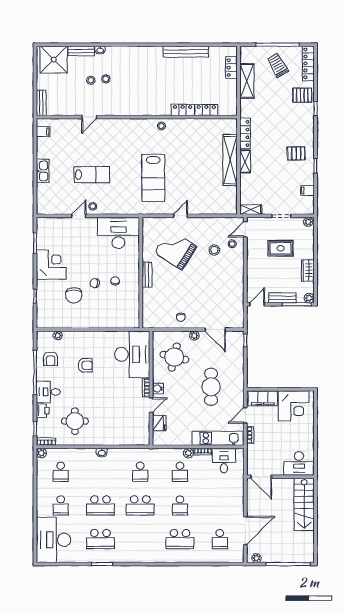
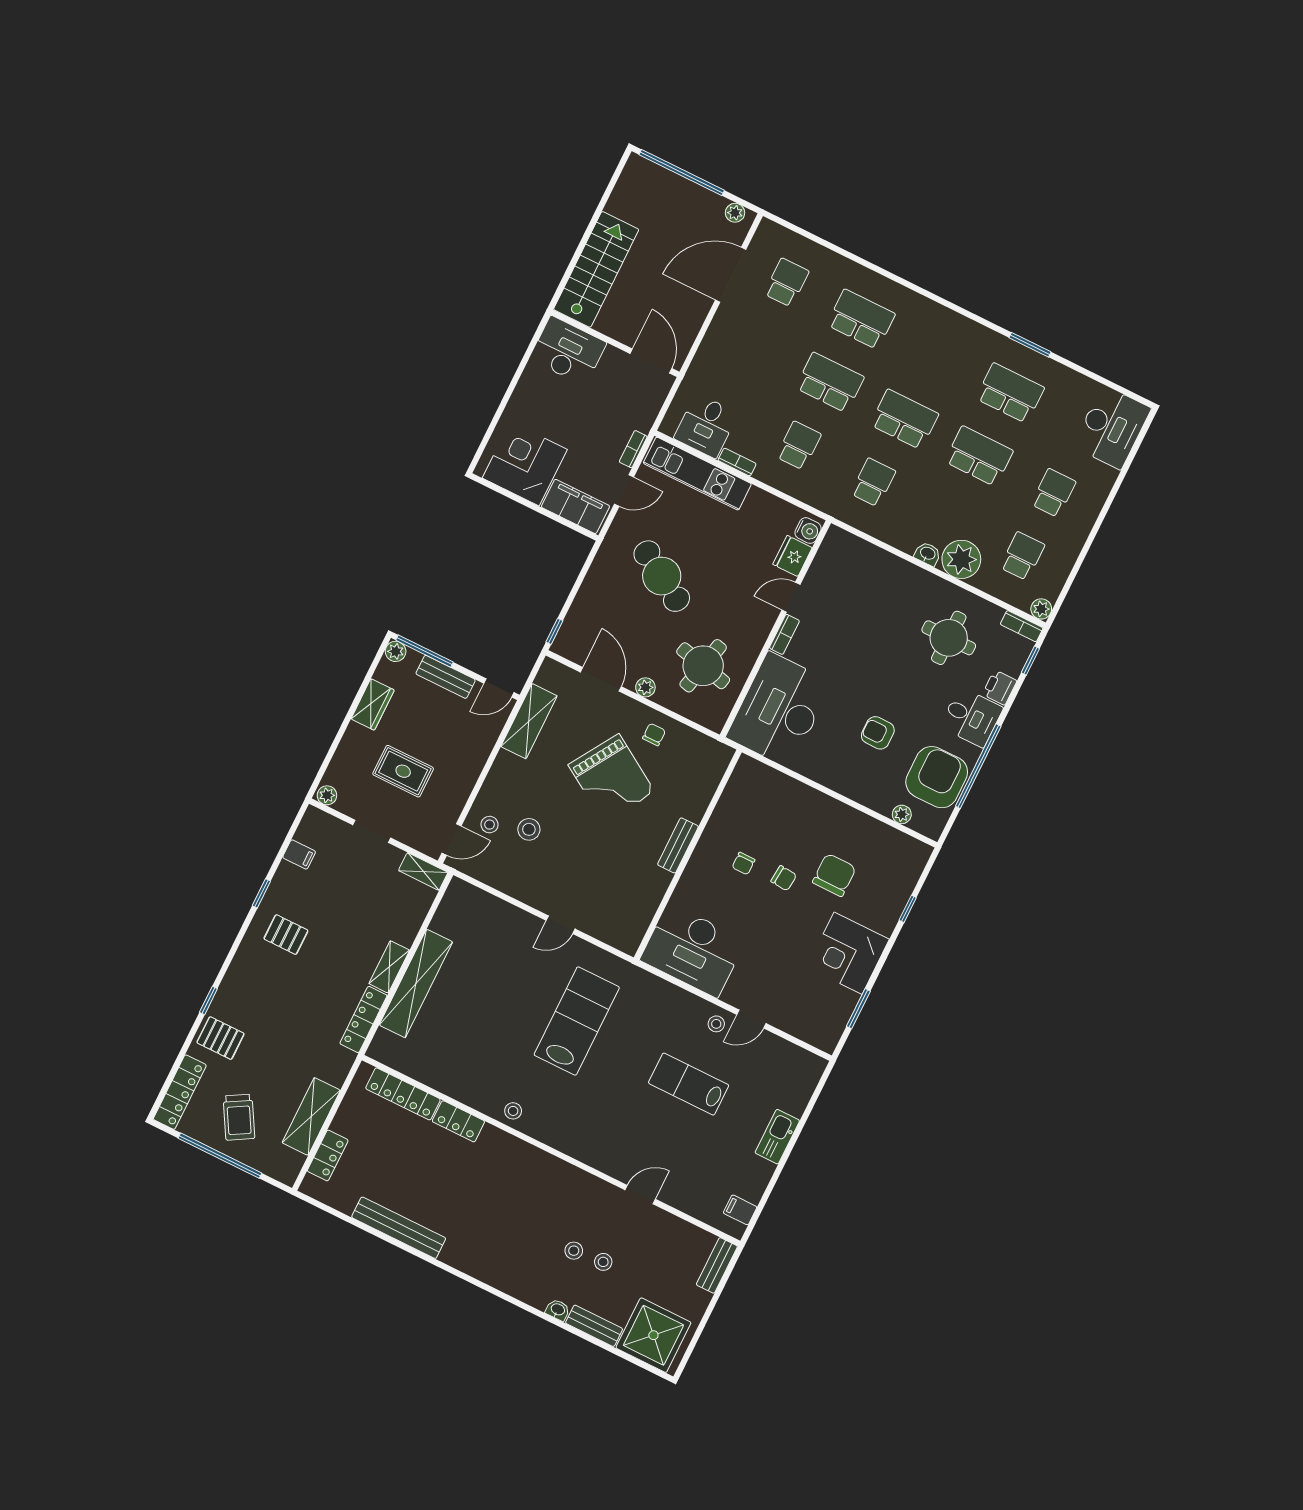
locker: (206, 110) -> (403, 1094), width x1.53
grand piano: (176, 250) -> (611, 778), moved
shelving: (237, 296) -> (529, 721), added
armchair: (51, 359) -> (937, 777), width x1.88, depth x1.88
cafe table: (211, 387) -> (662, 576), turned -59
water cooler: (158, 389) -> (808, 531), moved
plant: (188, 453) -> (961, 559), moved, width x1.88, depth x1.88
school desk: (180, 505) -> (830, 382), width x1.85
desk: (54, 540) -> (1112, 427), width x0.73, depth x0.77

